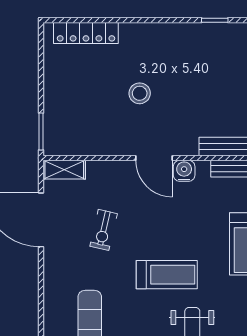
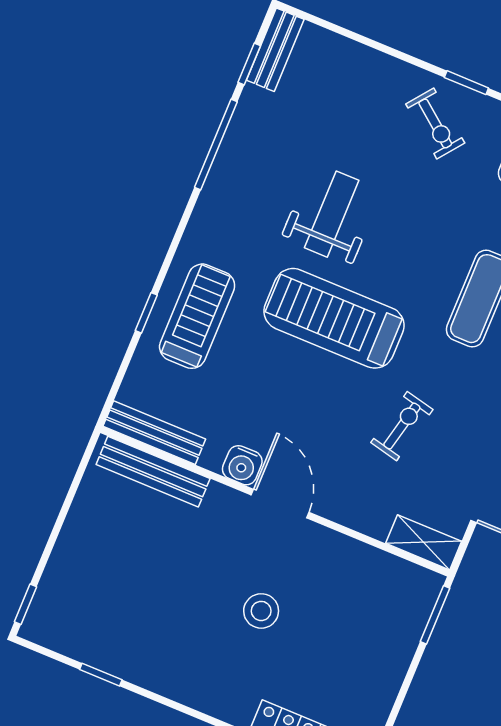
treadmill: (167, 275) -> (334, 318), width x1.37, depth x1.38

